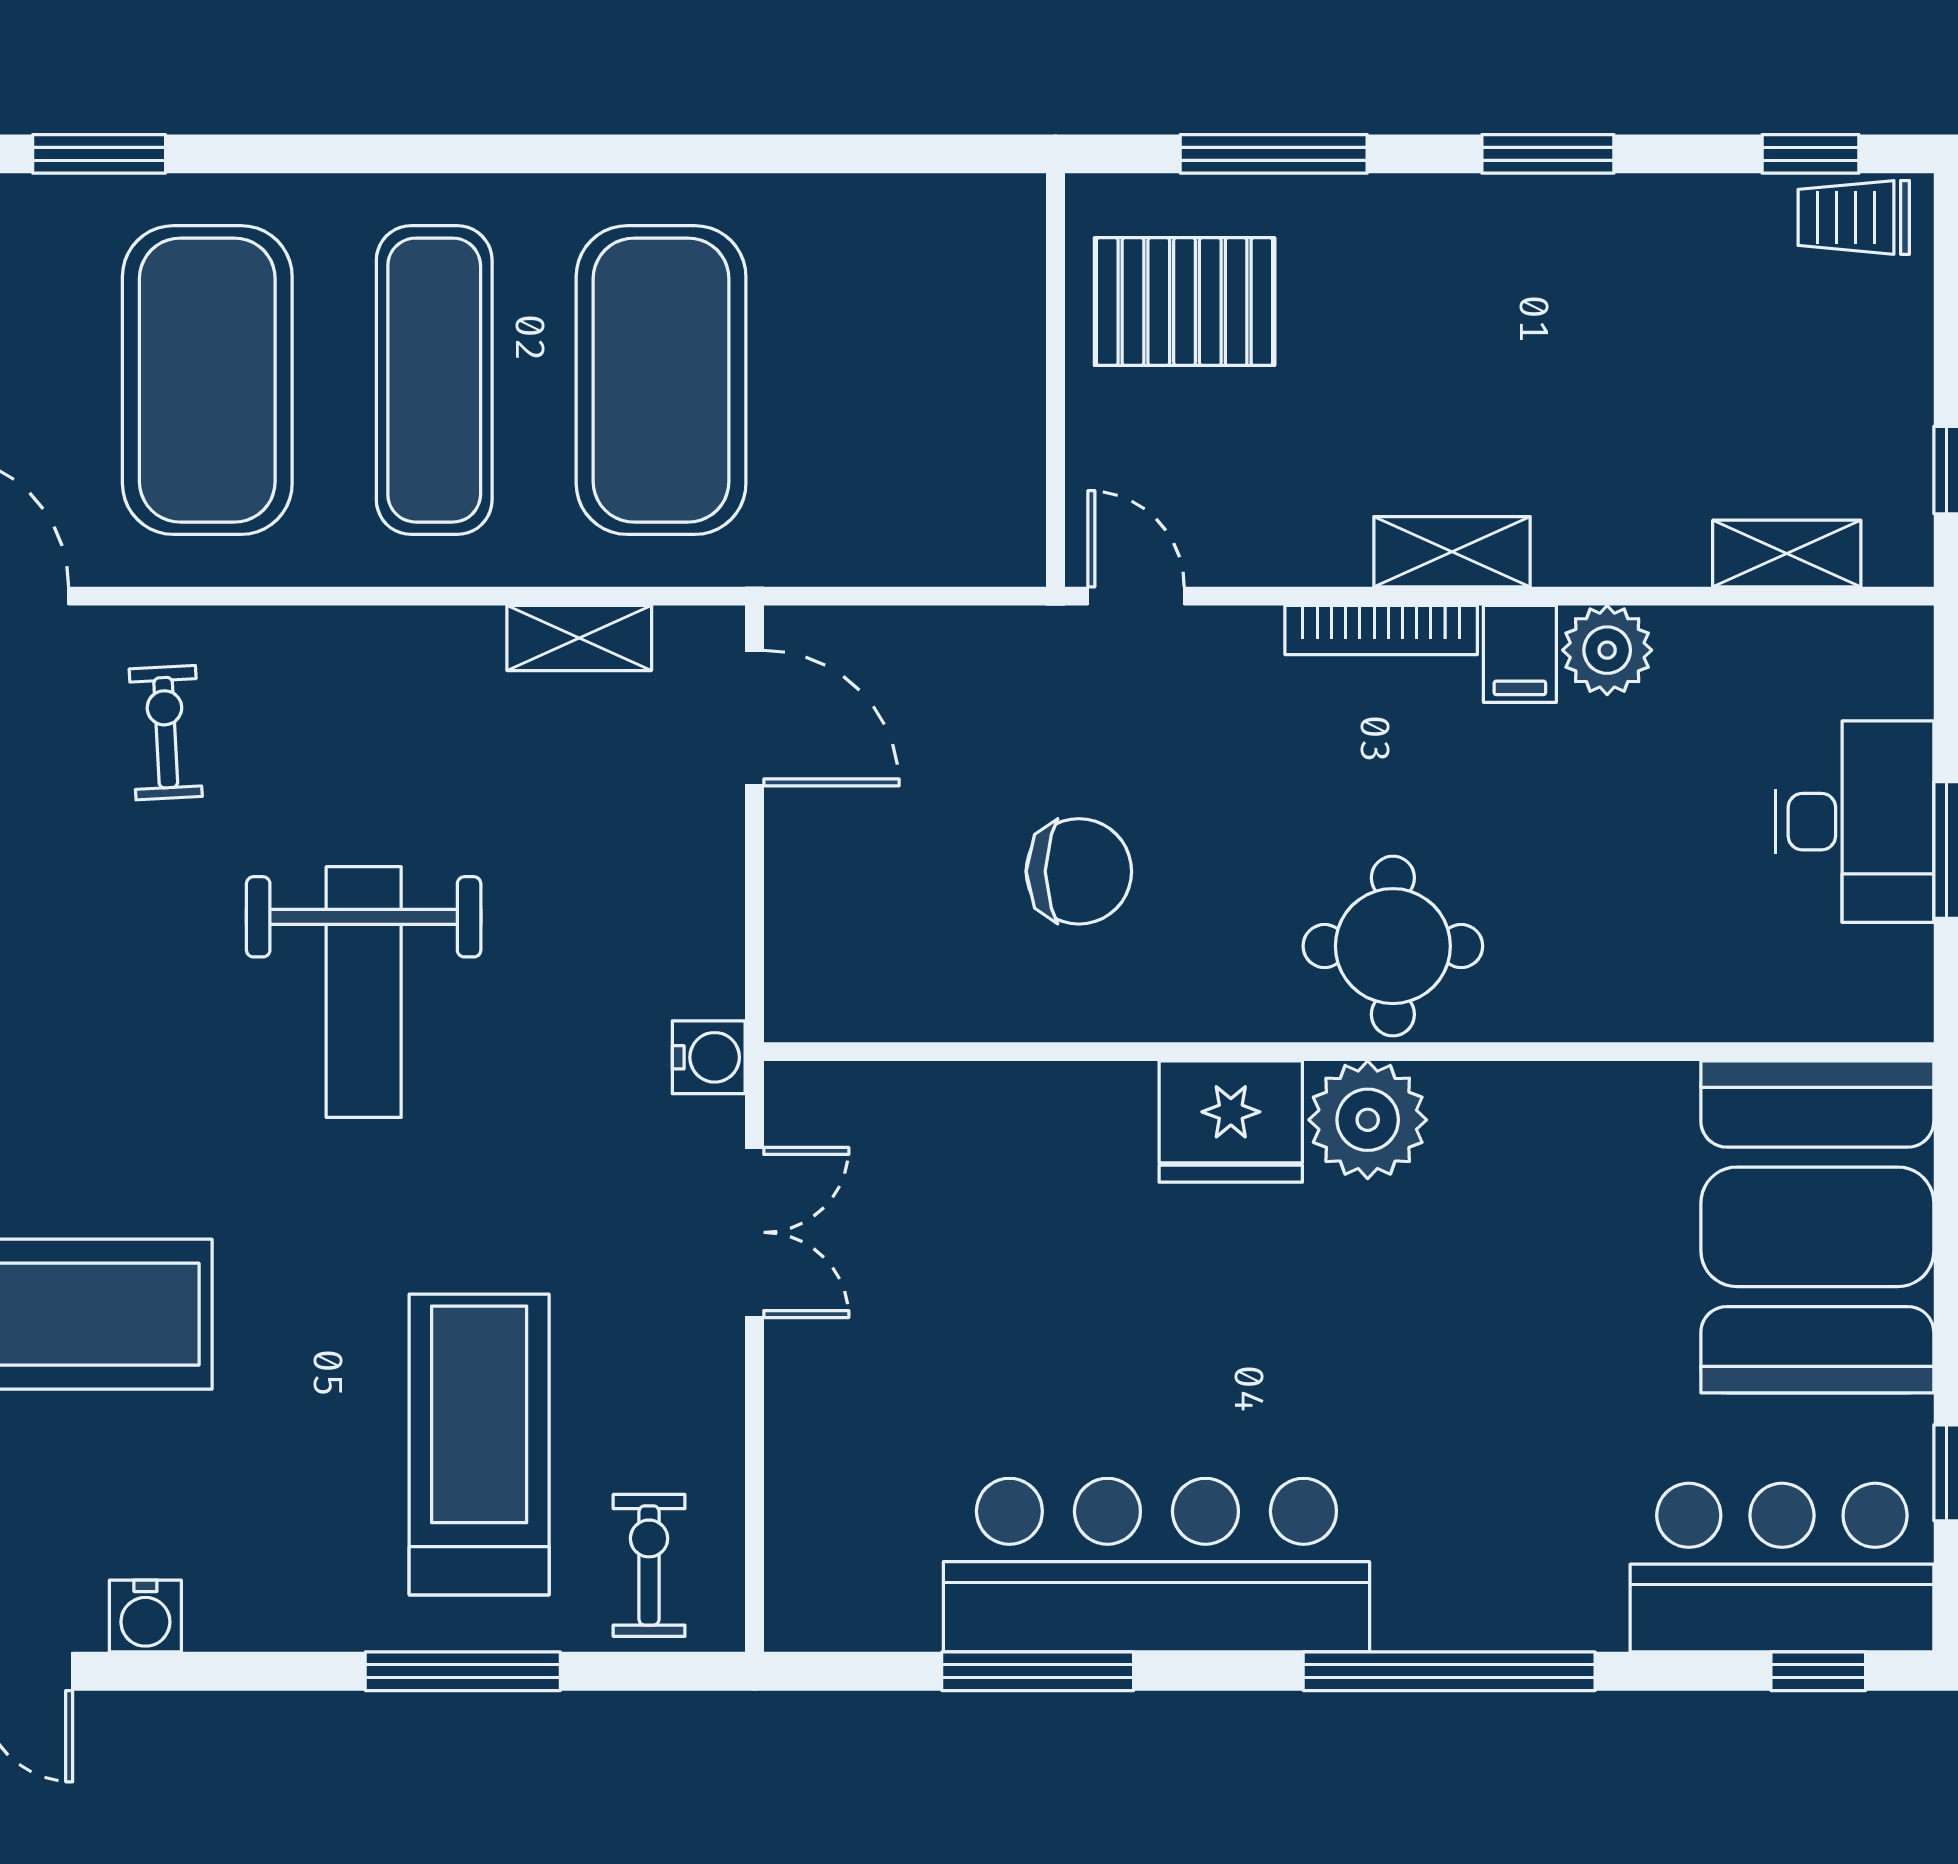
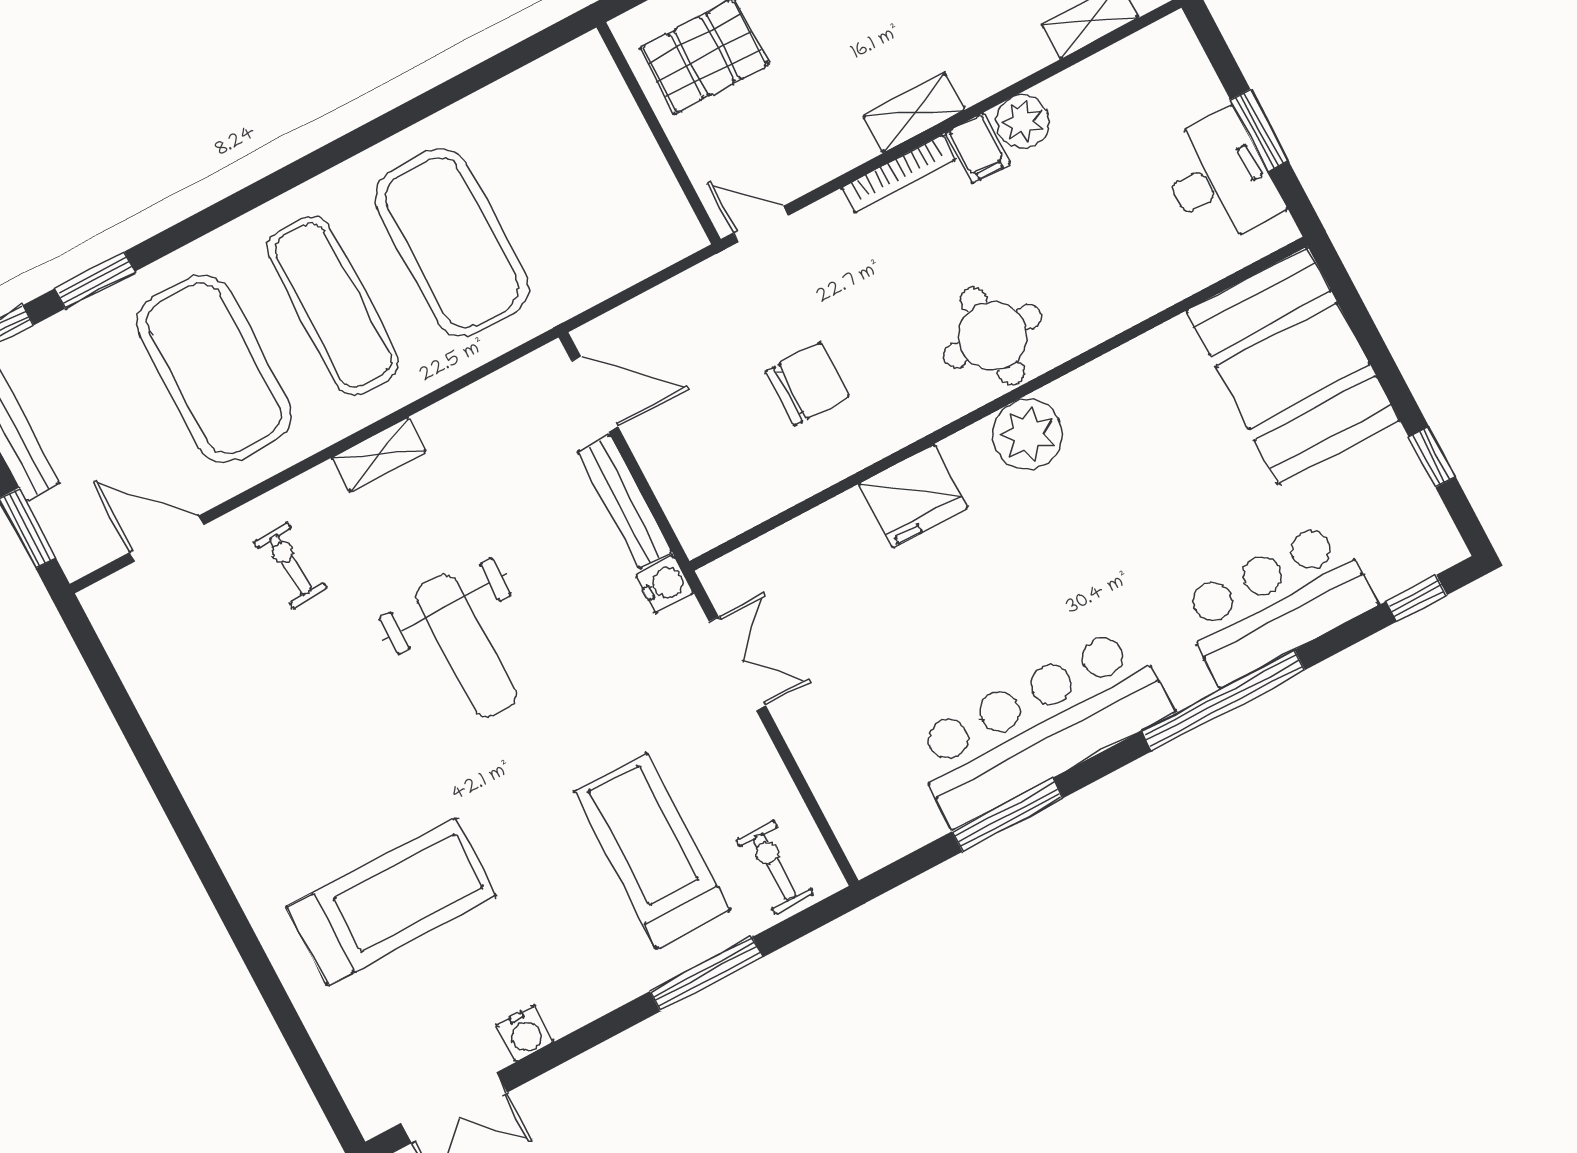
shelving: (579, 638) -> (379, 455), moved
desk: (1855, 822) -> (1219, 179), moved
bench: (714, 903) -> (625, 502), added
fridge: (1231, 1122) -> (913, 496), moved
bar counter: (1782, 1568) -> (1276, 603), moved

